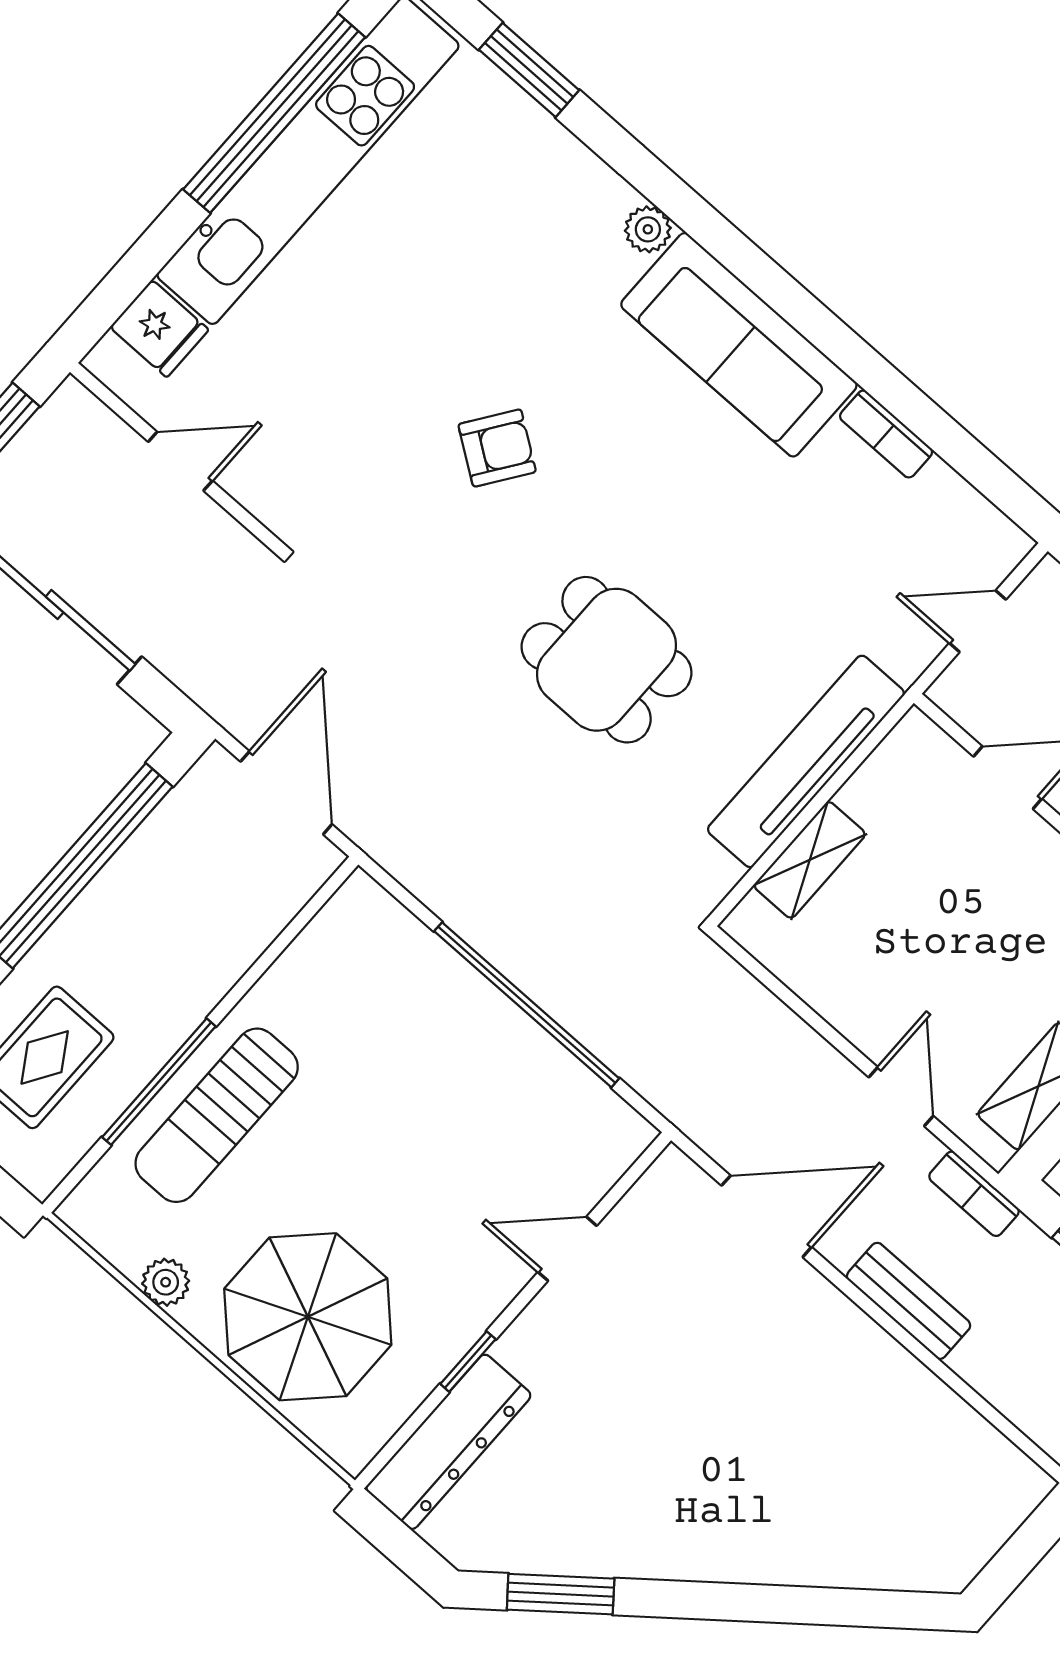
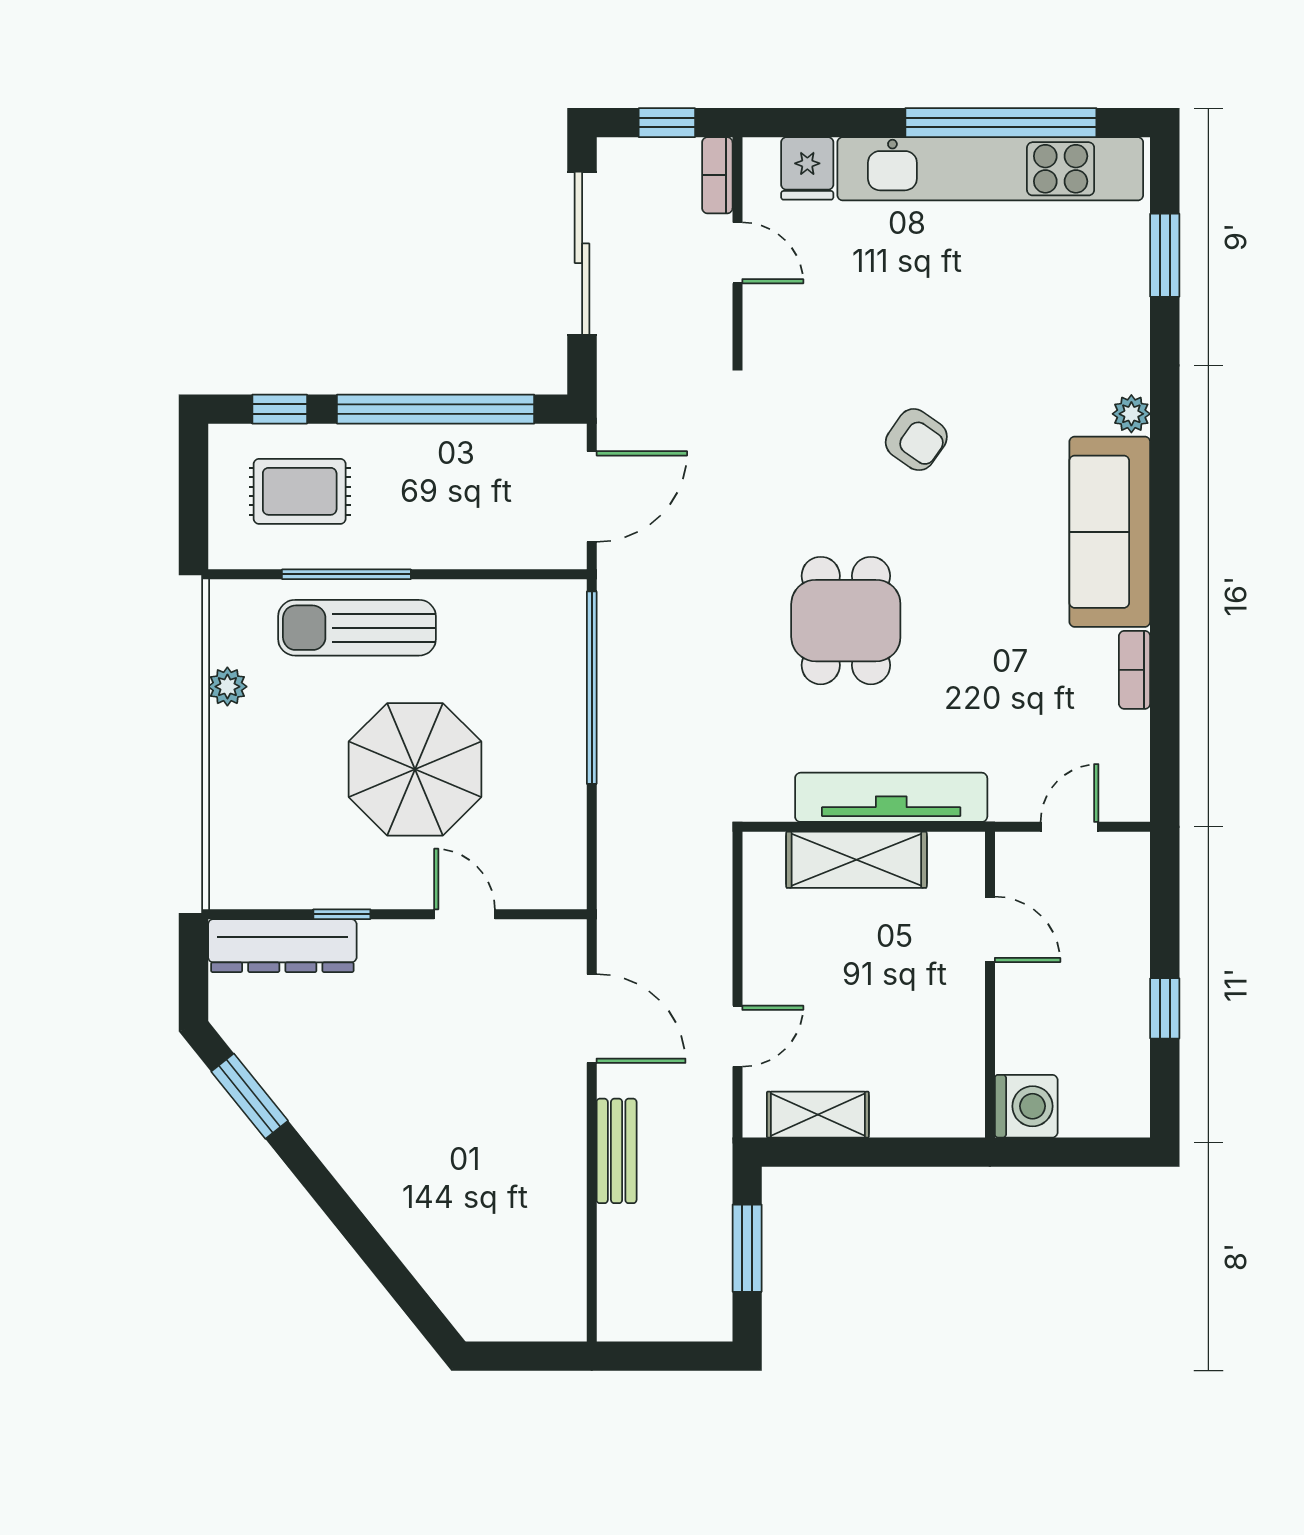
door: (978, 621) -> (1069, 827), hinge flipped
shelving: (810, 860) -> (856, 860), width x1.50, depth x1.33
window: (527, 1005) -> (592, 688), moved
bookcase: (974, 1194) -> (717, 175), moved
parasol: (308, 1317) -> (415, 769), moved

